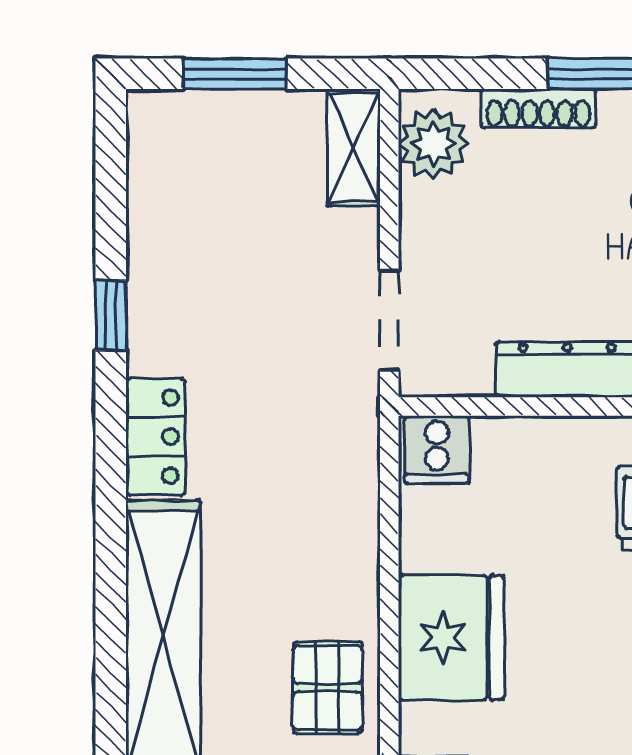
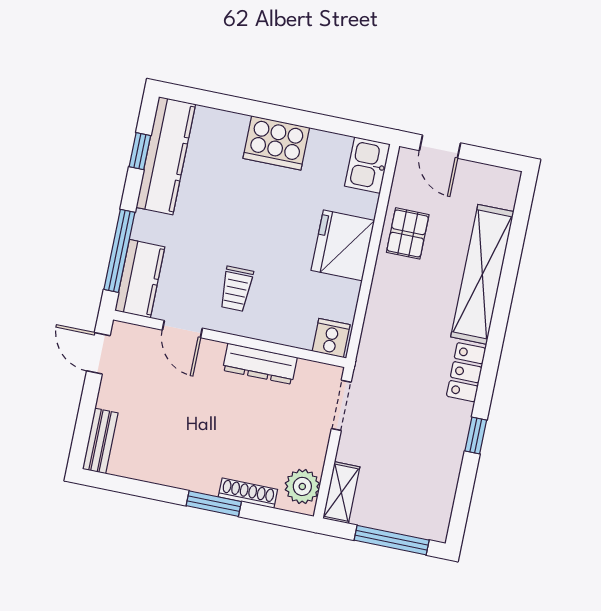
window: (235, 74) -> (392, 540), width x1.44

